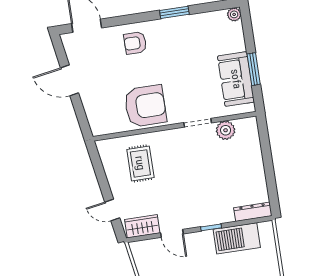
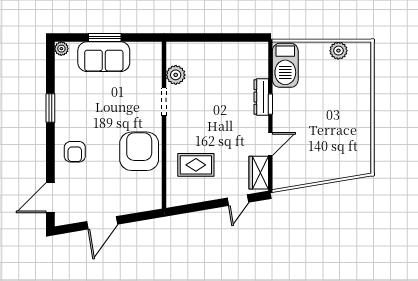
window: (254, 69) -> (105, 37), moved
sofa: (236, 79) -> (104, 57), moved
dresser: (253, 212) -> (261, 97), moved
barbecue: (237, 238) -> (285, 65), moved

